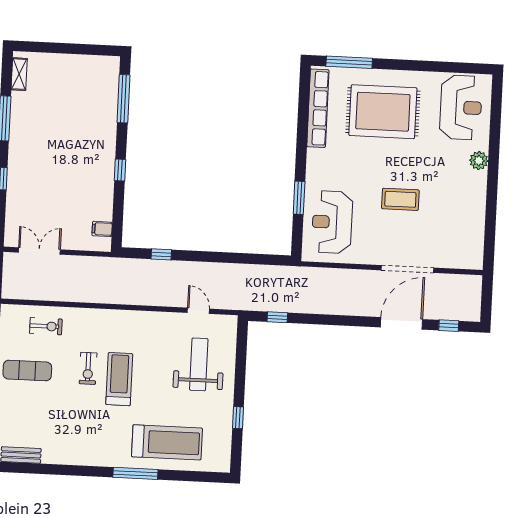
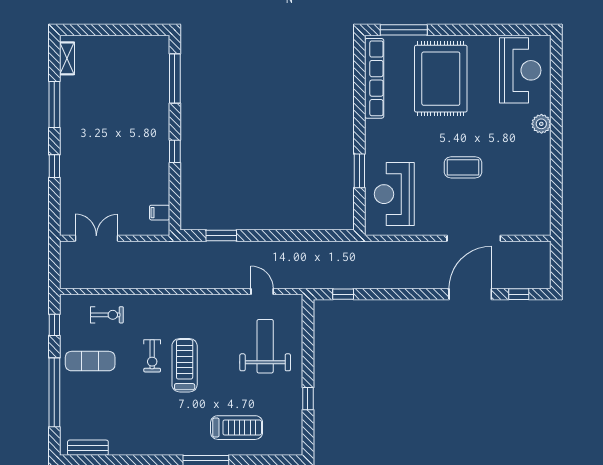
rug: (383, 112) -> (441, 79), turned 90
window: (161, 254) -> (221, 236), width x1.50
treadmill: (167, 442) -> (237, 428), width x0.73, depth x0.73

